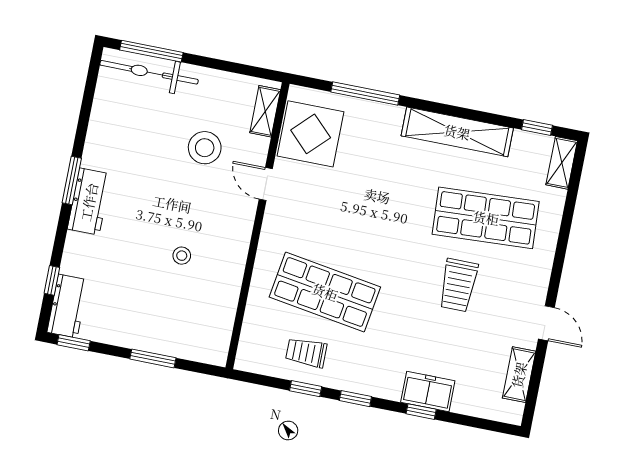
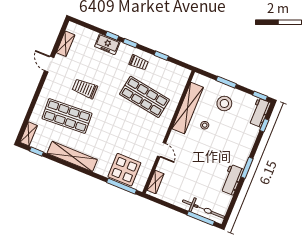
window: (365, 94) -> (122, 186), moved
display table: (311, 134) -> (124, 170), moved
stool: (205, 148) -> (224, 103), moved
workbench: (89, 202) -> (232, 180), moved
trolley: (458, 285) -> (85, 89), turned -90
shelving: (226, 286) -> (188, 108), added
trolley: (306, 353) -> (139, 63), moved
window: (355, 399) -> (130, 43), moved

